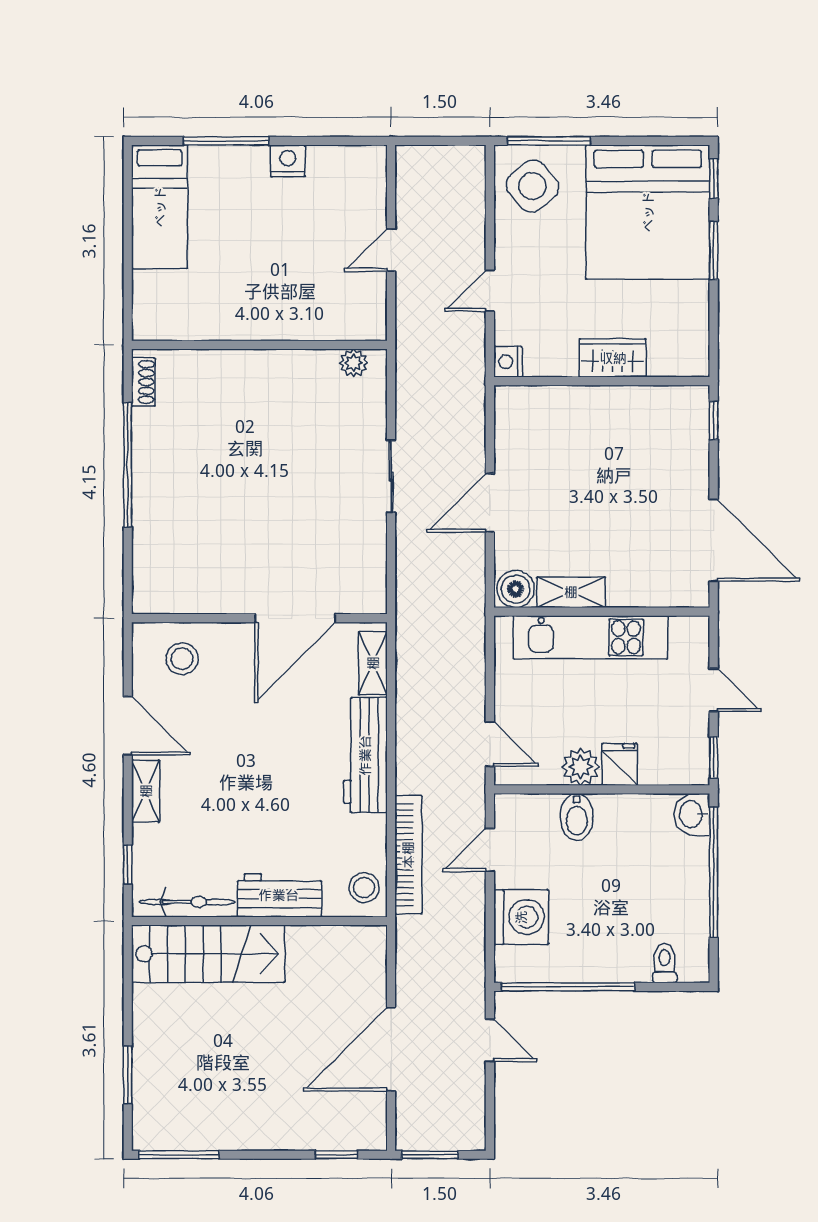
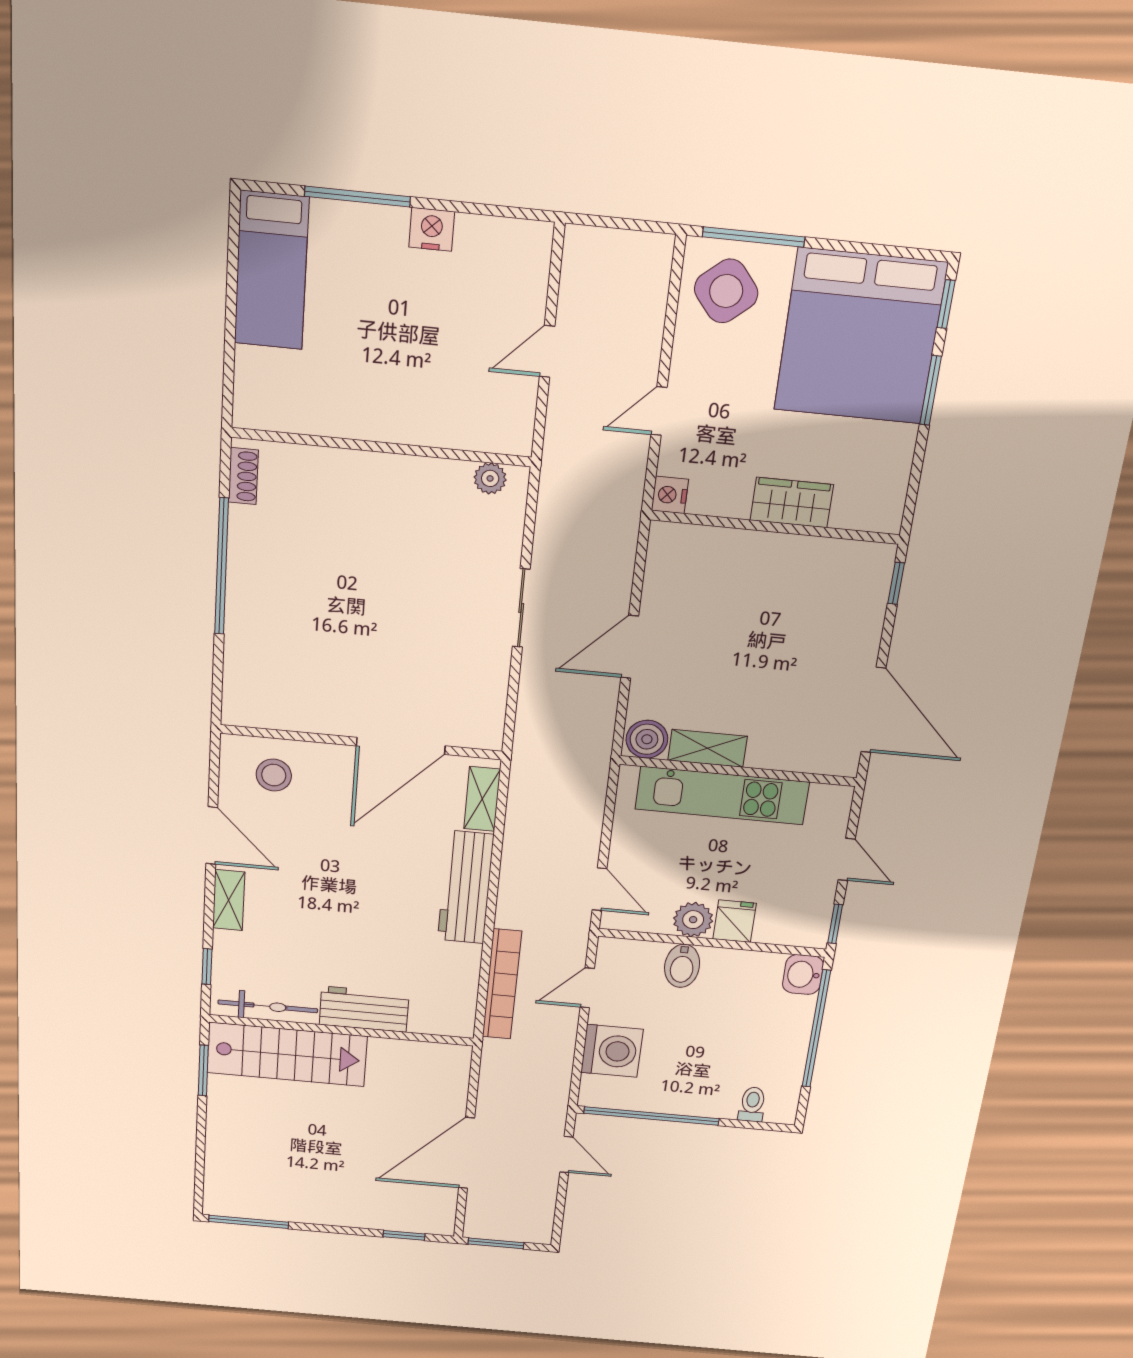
stool: (364, 888) -> (453, 1010), removed
window: (128, 1075) -> (203, 1071), moved

